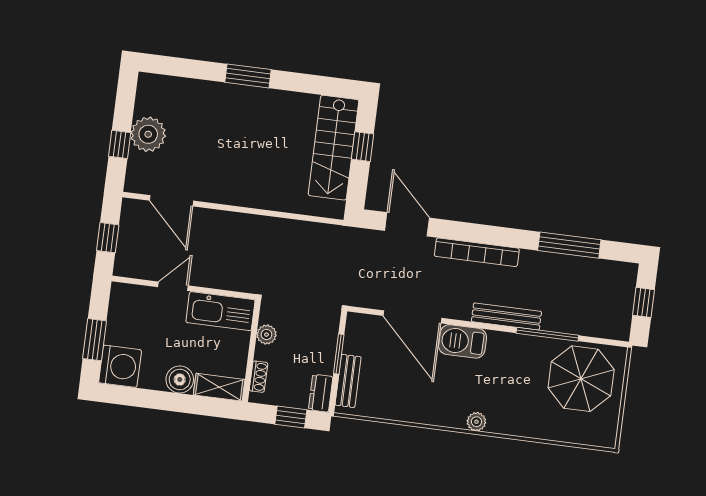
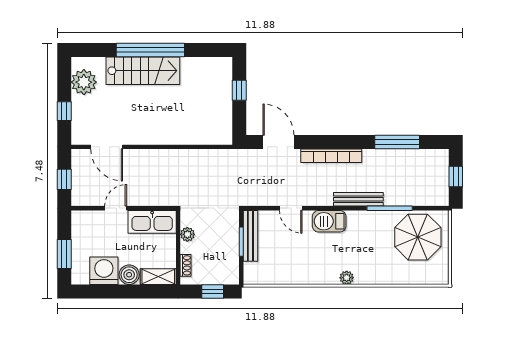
window: (248, 76) -> (150, 50), width x2.11
plant: (148, 134) -> (84, 82), moved
stairs: (334, 148) -> (143, 71), moved, turned -90
door: (412, 317) -> (291, 208), width x0.53
washing machine: (120, 366) -> (104, 271), moved, turned -90
bench: (348, 381) -> (250, 236), moved, width x1.36
dresser: (321, 393) -> (232, 272), removed

